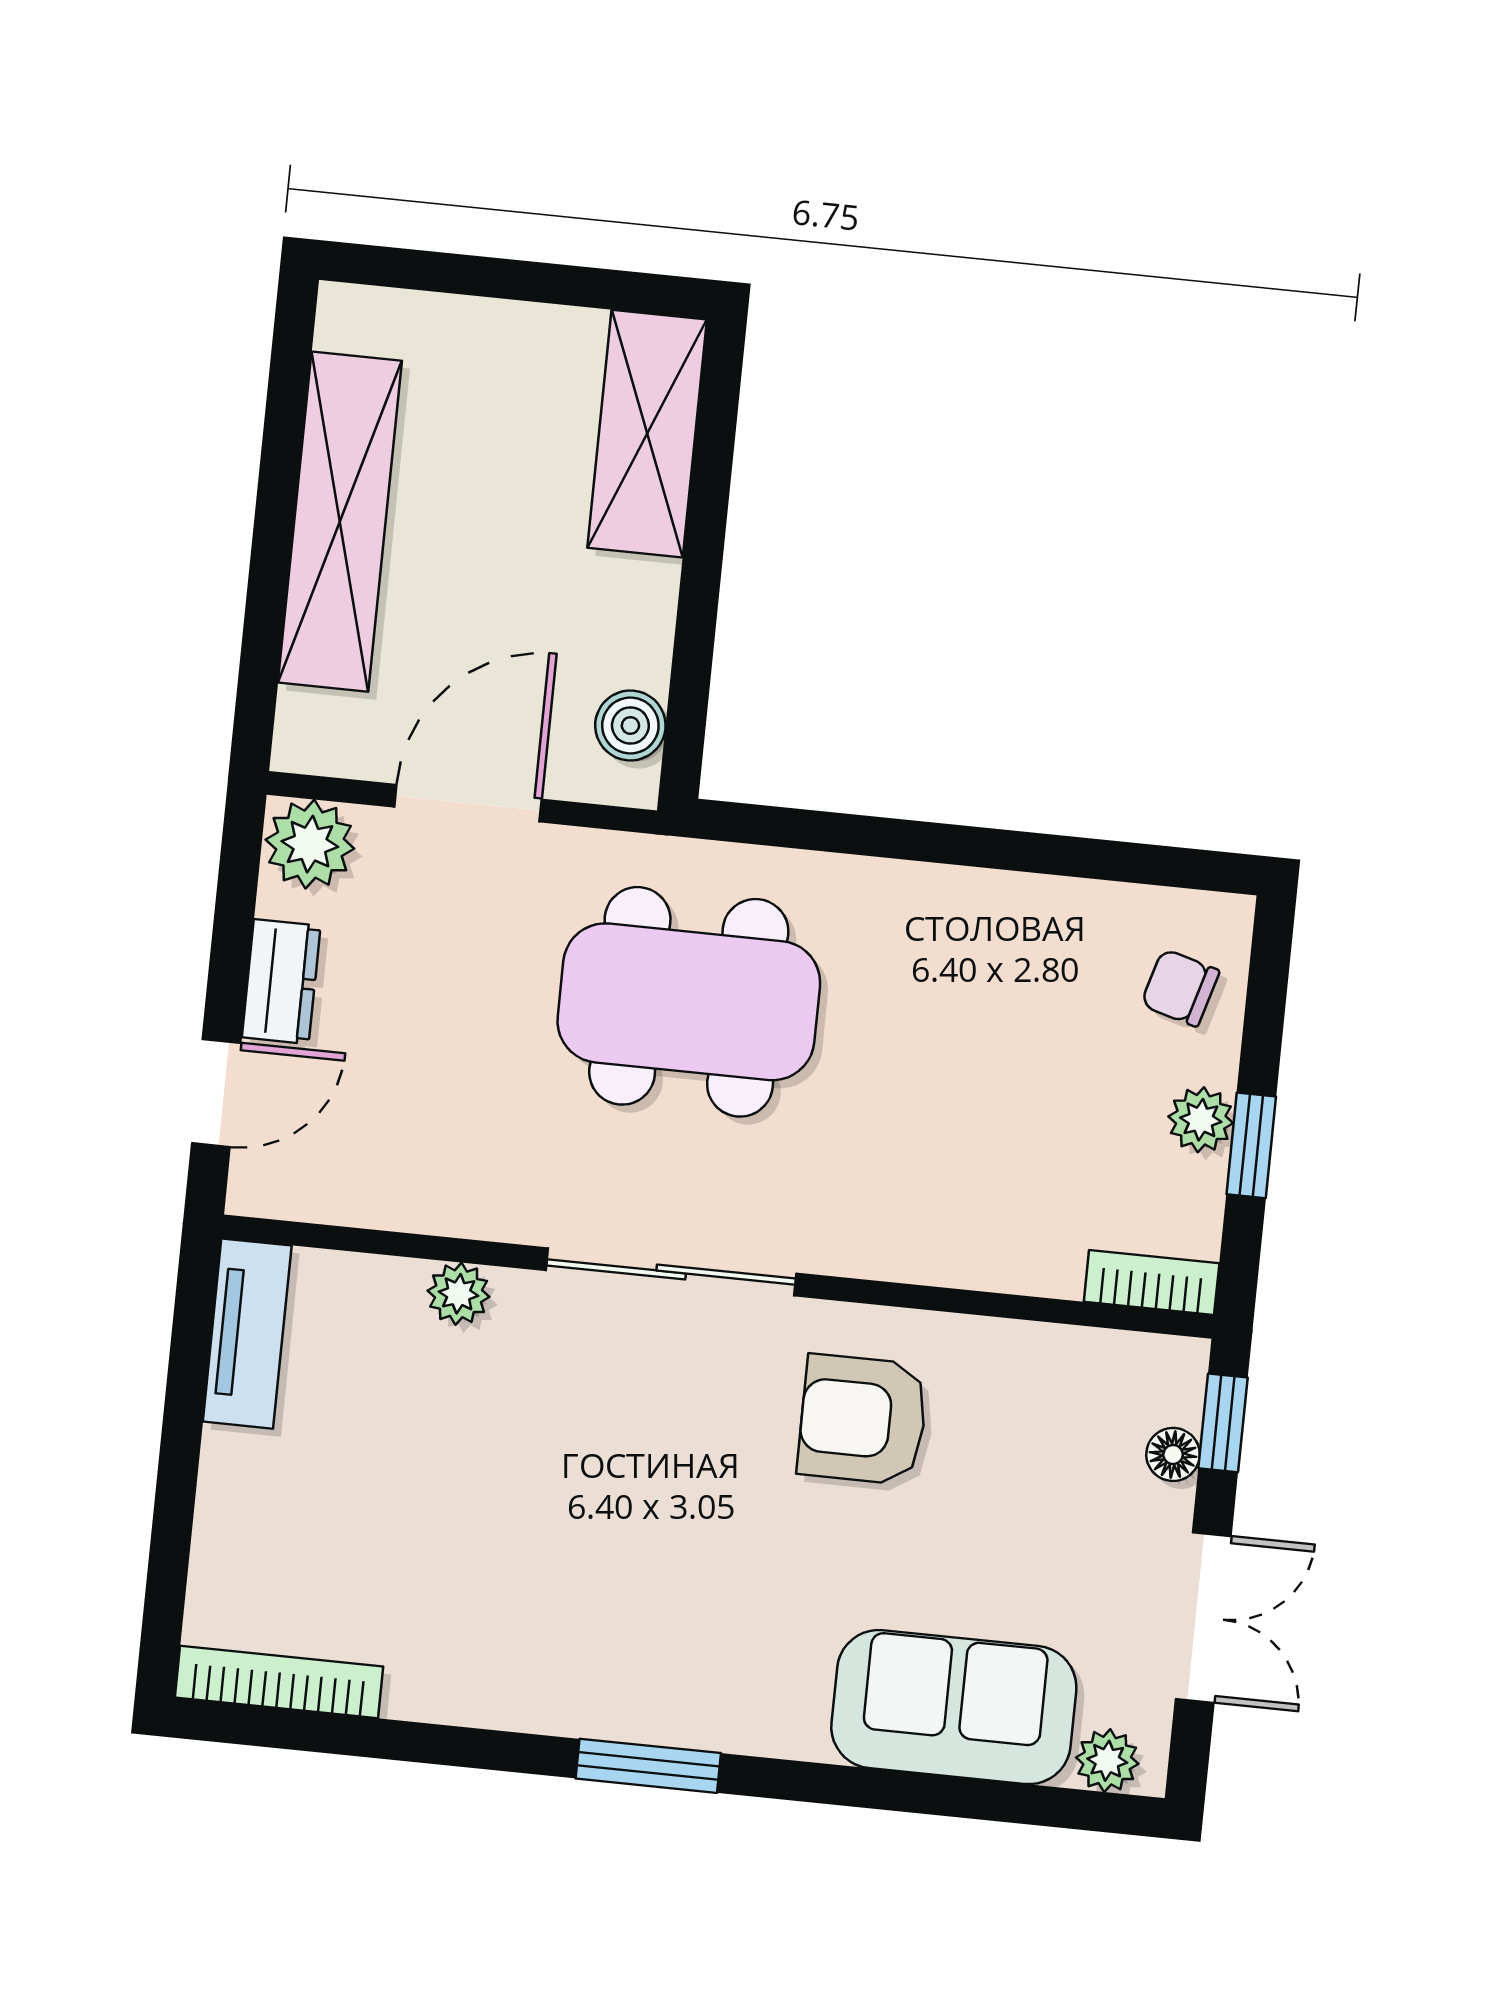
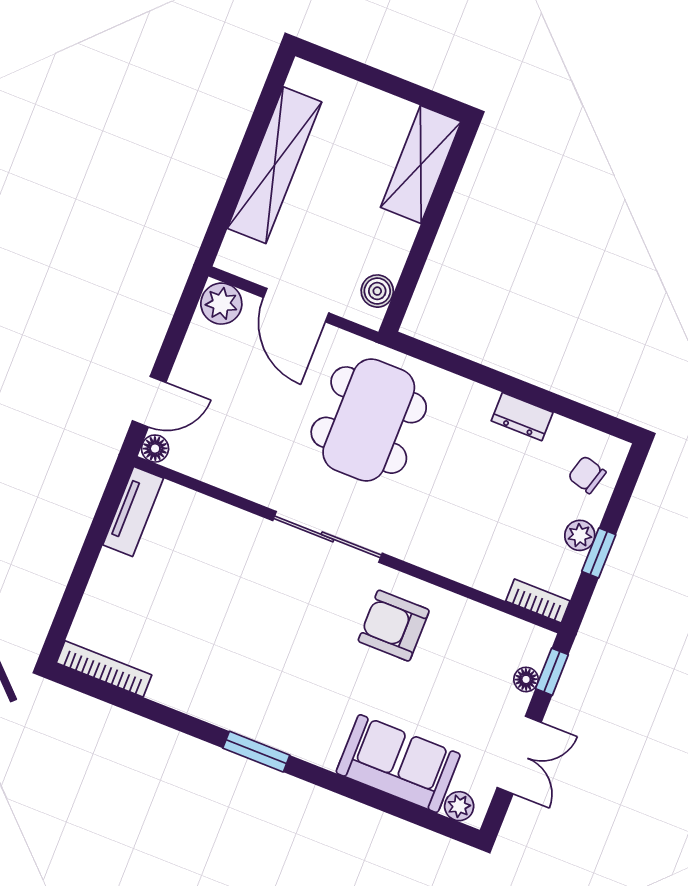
door: (468, 803) -> (296, 305), swing flipped
dresser: (281, 982) -> (522, 417), moved, turned 90
dining table: (689, 1002) -> (369, 420), turned 90
floor lamp: (256, 1188) -> (155, 449), added
plant: (459, 1294) -> (231, 520), removed

